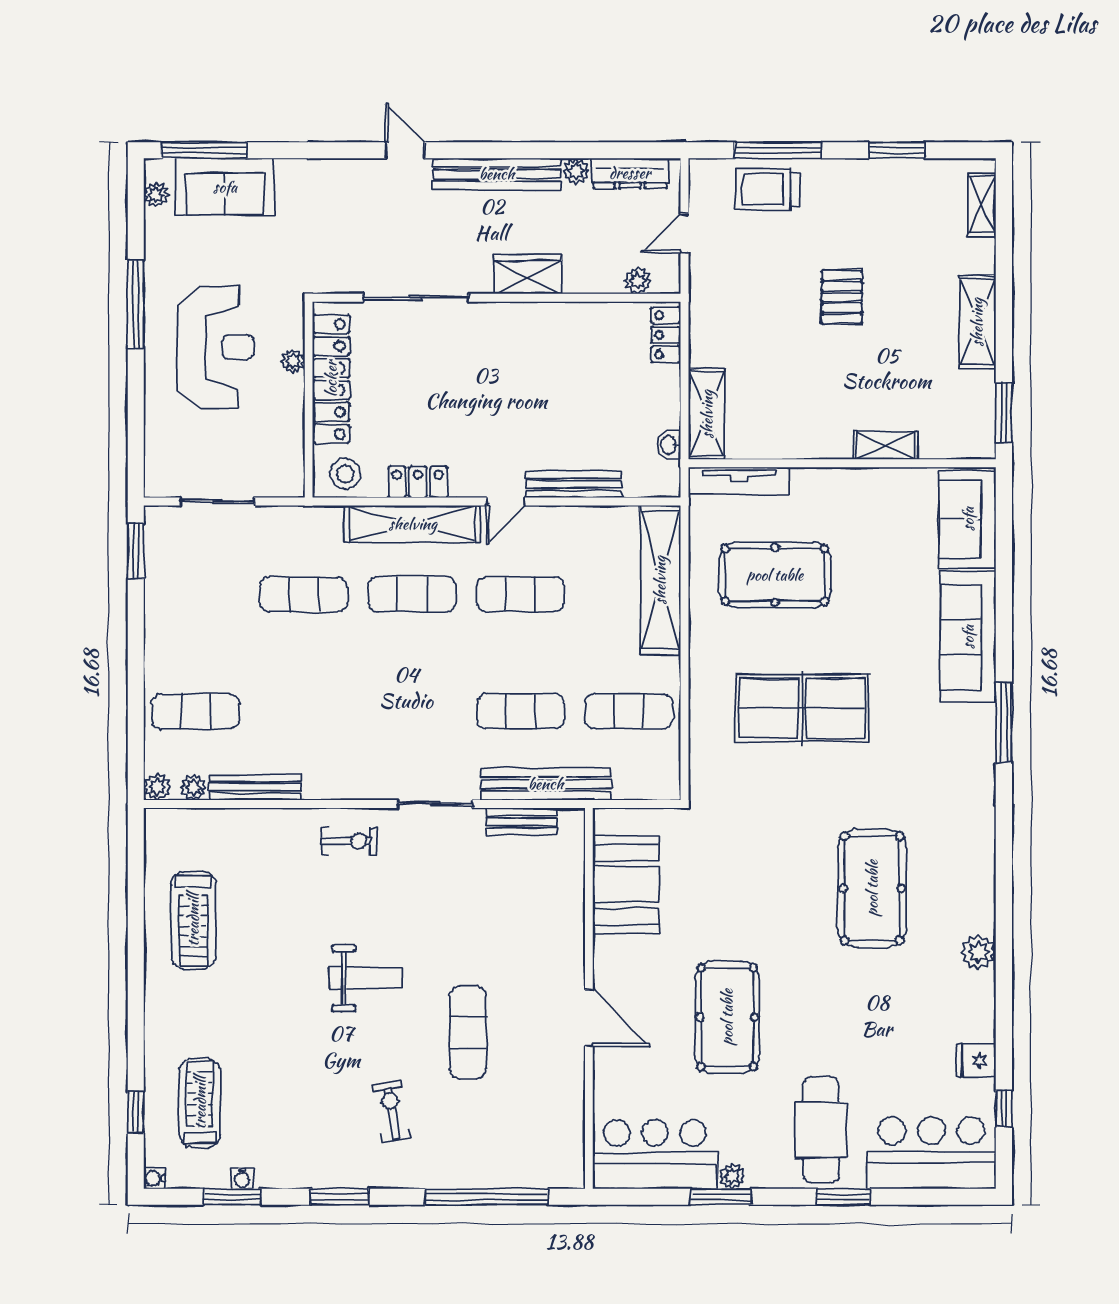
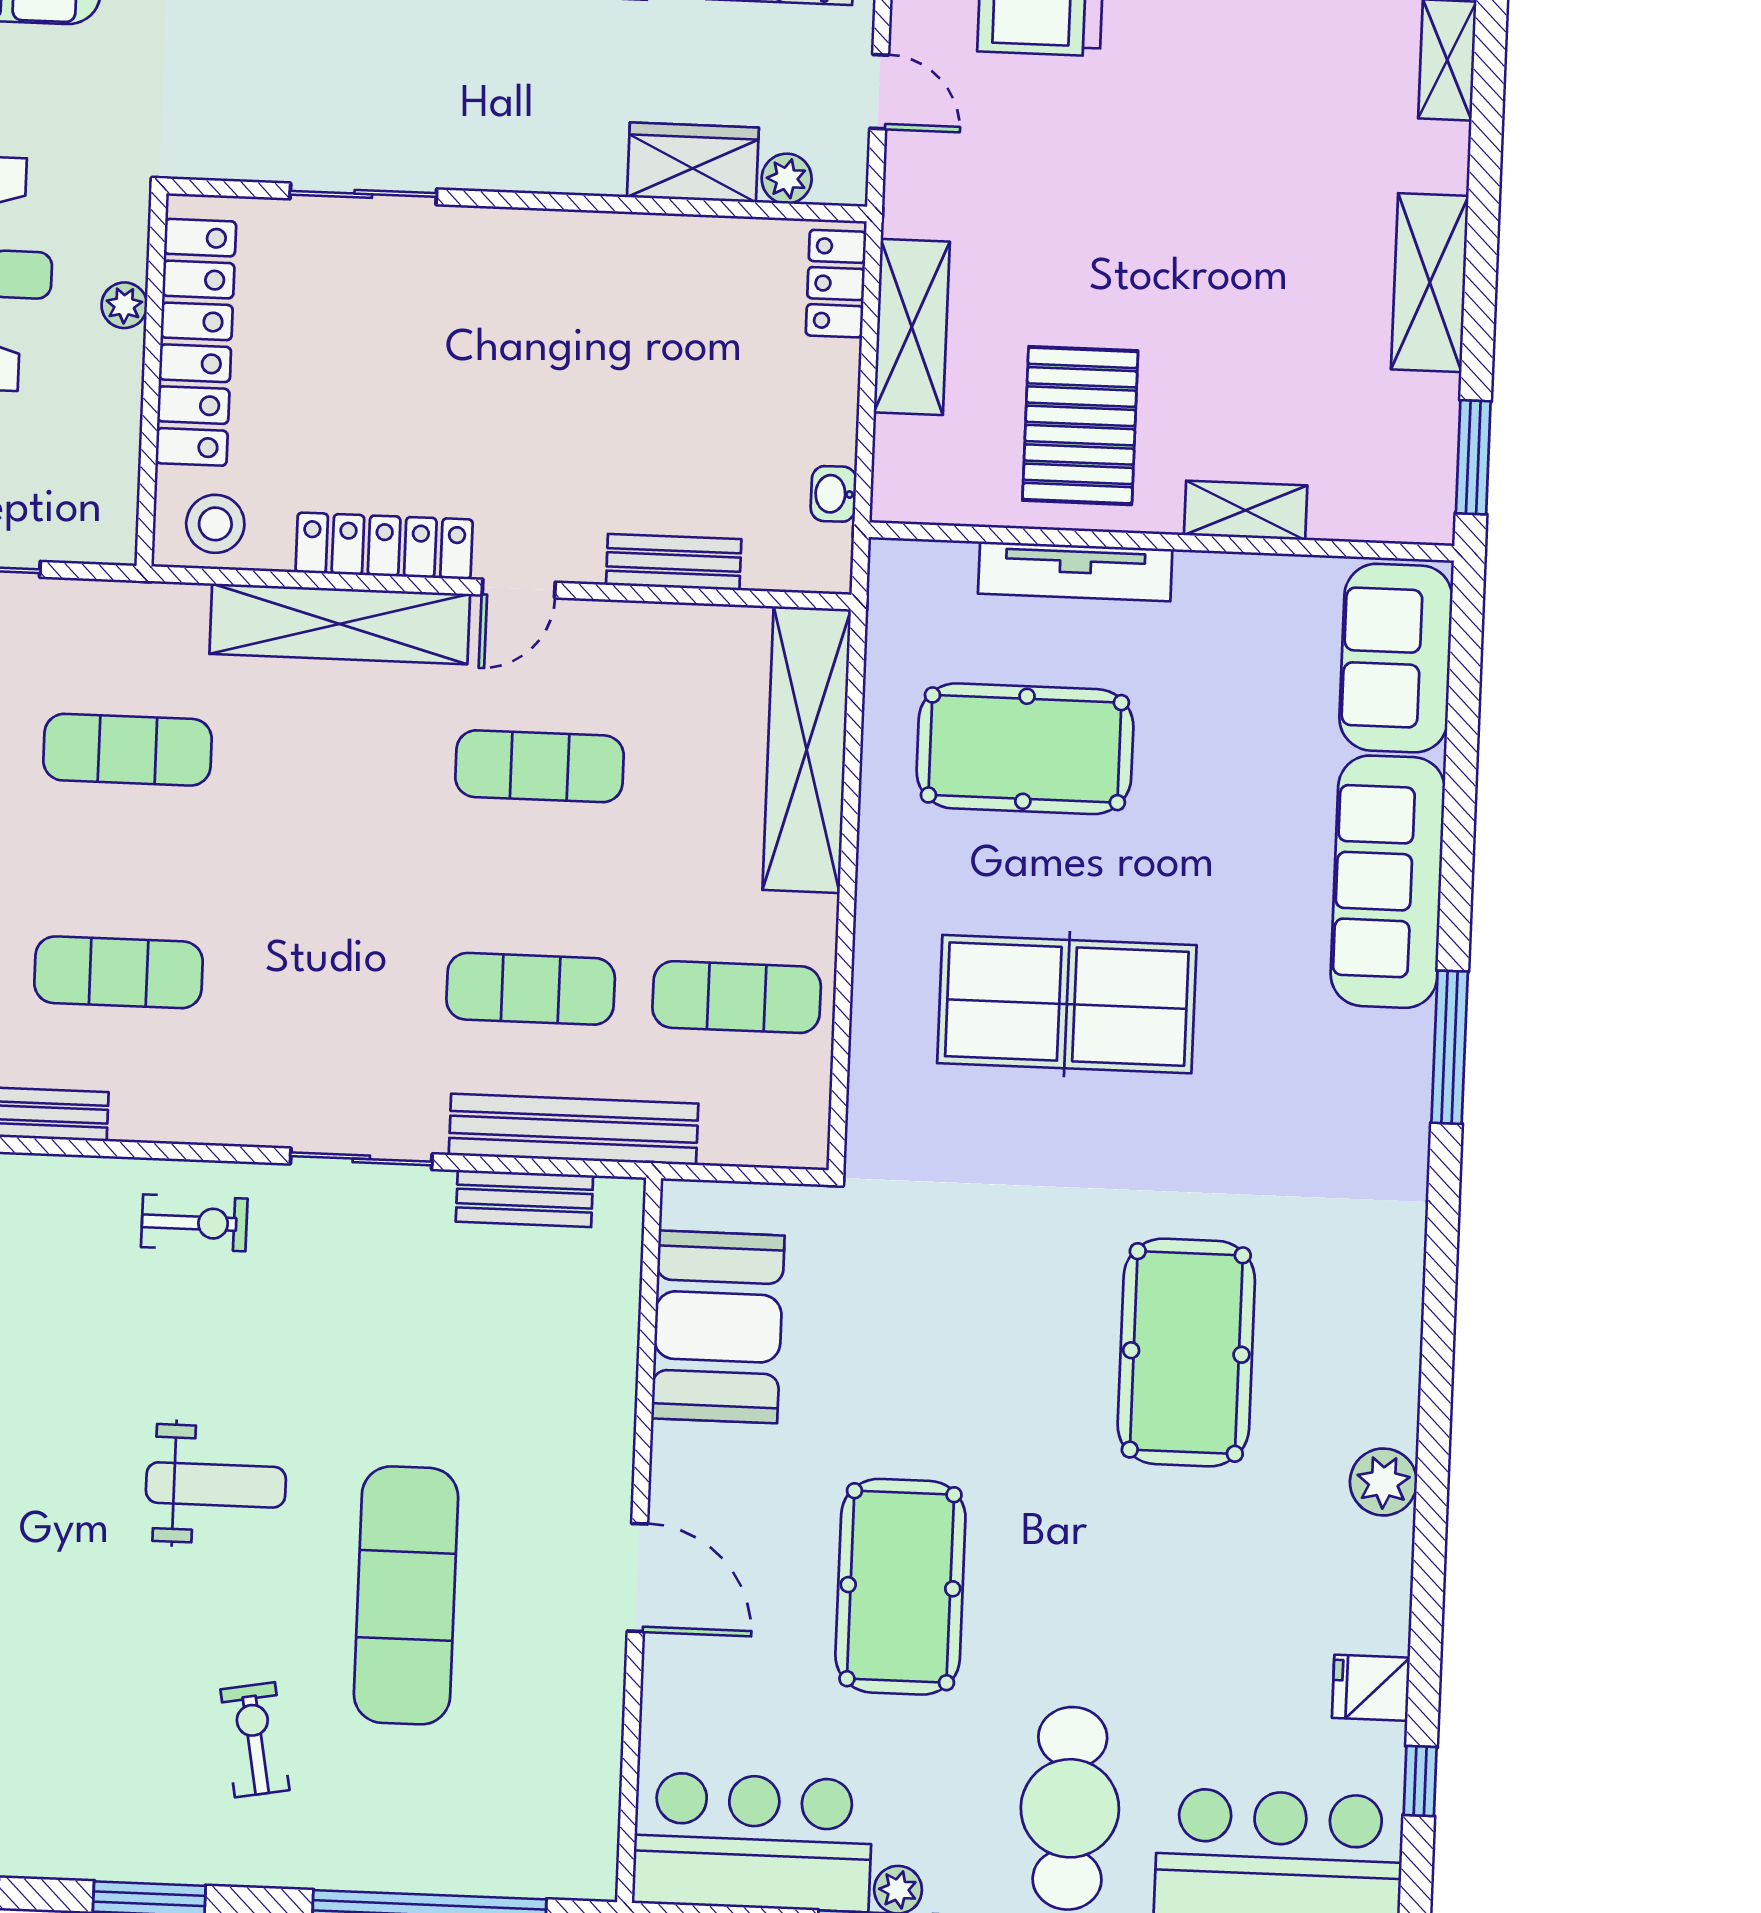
door: (684, 233) -> (879, 92), swing flipped
wardrobe: (528, 274) -> (693, 162), moved
pallet: (842, 297) -> (1080, 426), moved, width x1.50, depth x1.42
sliding door: (416, 298) -> (363, 194), width x0.73
shelving: (707, 414) -> (912, 327), moved
tv unit: (739, 481) -> (1075, 571), moved
locker: (418, 482) -> (384, 546), width x1.53
bench: (574, 484) -> (674, 562), width x0.73
exercise mat: (412, 594) -> (119, 972), moved
exercise mat: (468, 1032) -> (406, 1595), width x1.36, depth x1.45

